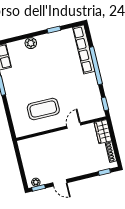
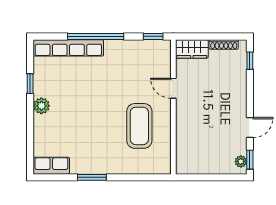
plant: (31, 43) -> (41, 106), moved

